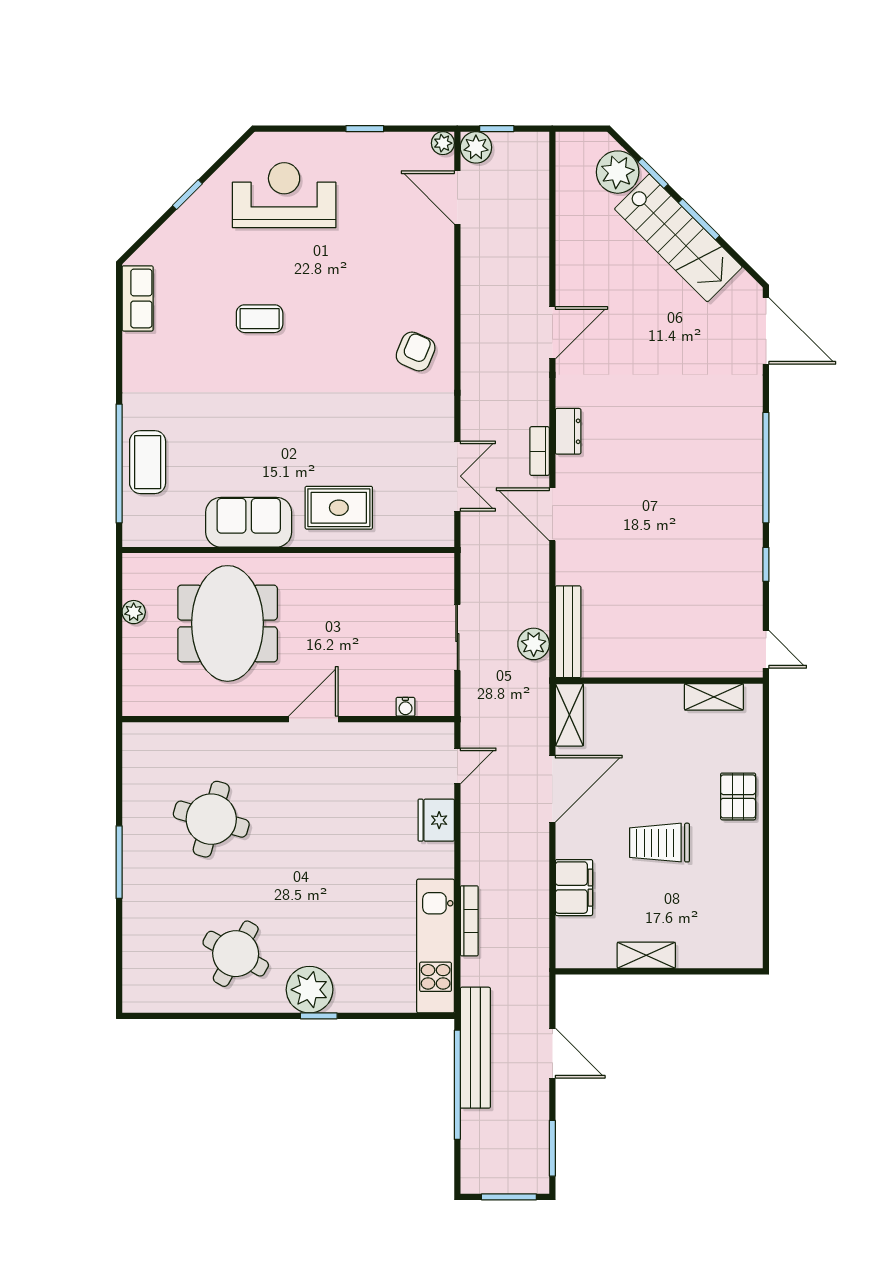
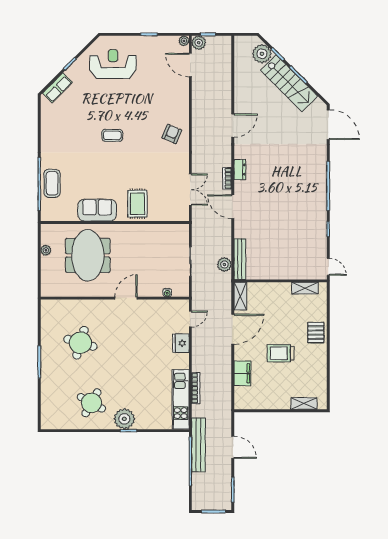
row of seats: (138, 298) -> (57, 88), moved, turned 45
coffee table: (260, 319) -> (112, 135), moved
rug: (339, 508) -> (137, 204), turned 90
shelving: (646, 955) -> (304, 404), moved

